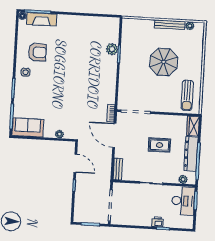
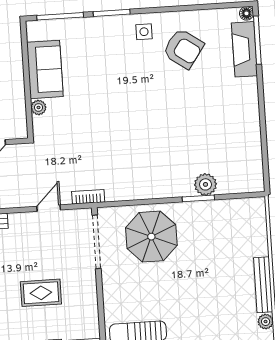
armchair: (37, 52) -> (183, 49), turned -55
parasol: (164, 62) -> (151, 237), moved
sofa: (28, 127) -> (45, 69), moved
door: (114, 135) -> (49, 208), width x0.53
rug: (159, 145) -> (41, 293), turned 90

